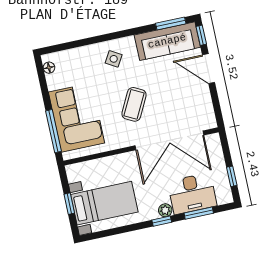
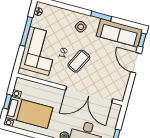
window: (171, 23) -> (101, 16), moved
window: (54, 131) -> (26, 31), moved

